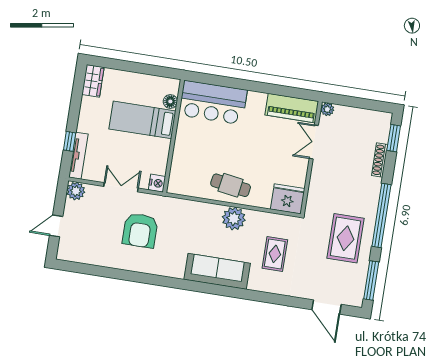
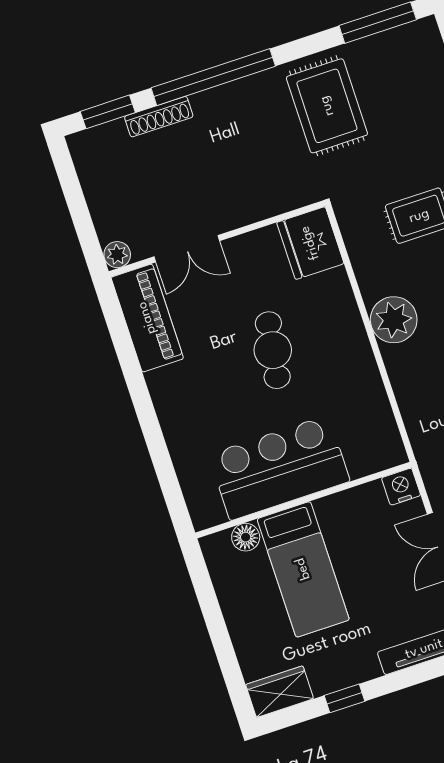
bar counter: (213, 102) -> (279, 468), moved, turned -90
window: (70, 141) -> (344, 698), moved
cafe table: (231, 185) -> (273, 350), moved
window: (381, 215) -> (213, 77), moved
rug: (346, 238) -> (327, 106), turned 90

